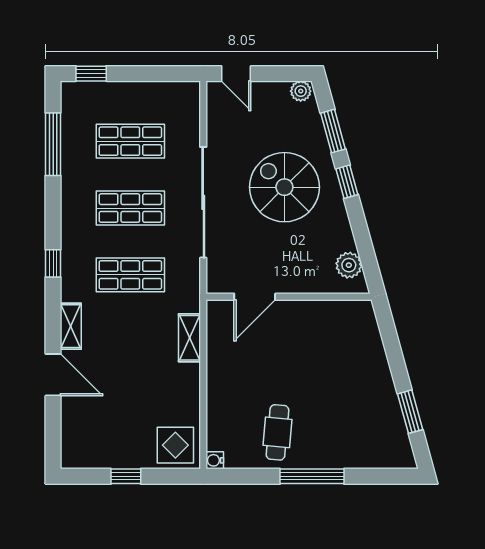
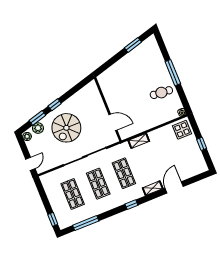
plant: (349, 265) -> (38, 128), moved

